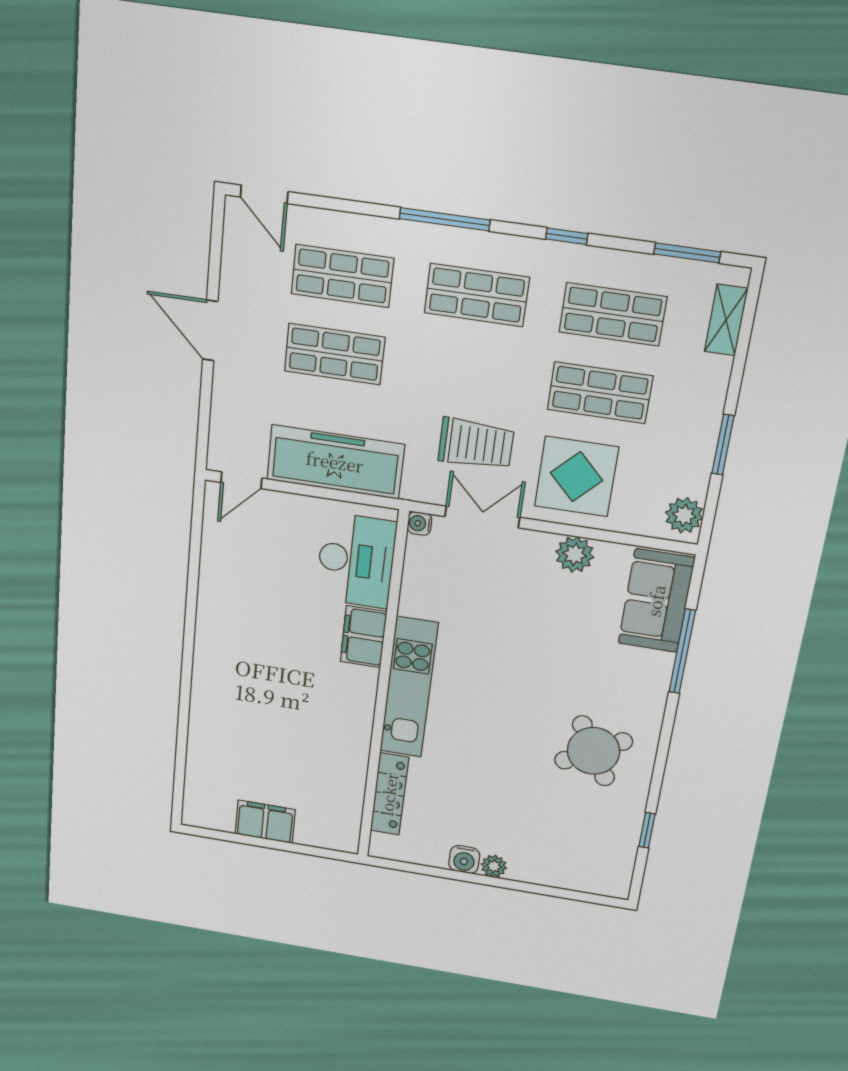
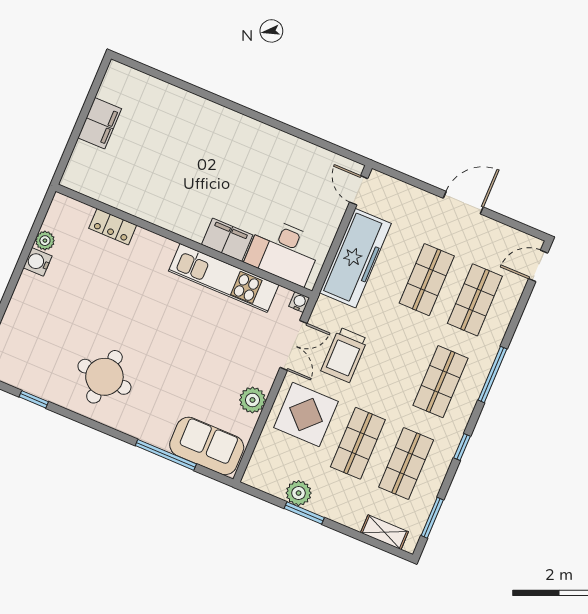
plant: (684, 515) -> (299, 493), moved
kitchen unit: (409, 687) -> (224, 278), moved
round table: (594, 751) -> (104, 377), turned 36
locker: (389, 794) -> (113, 227), width x0.66
plant: (494, 866) -> (45, 241), moved

